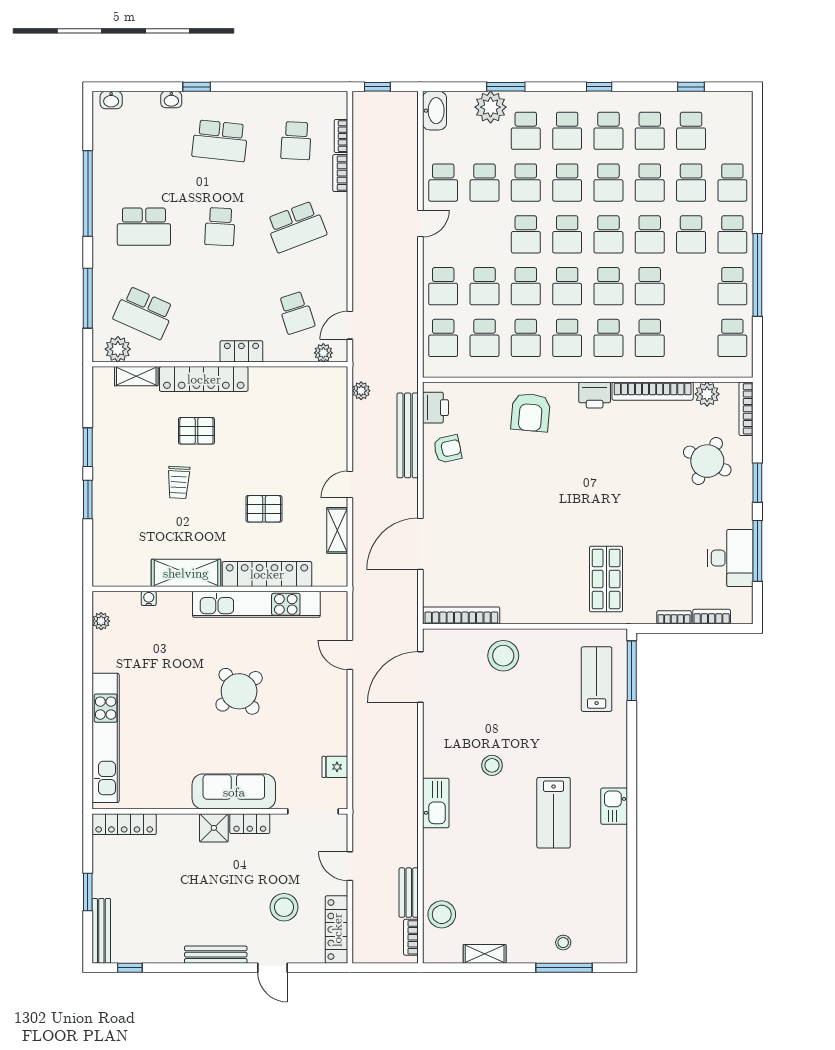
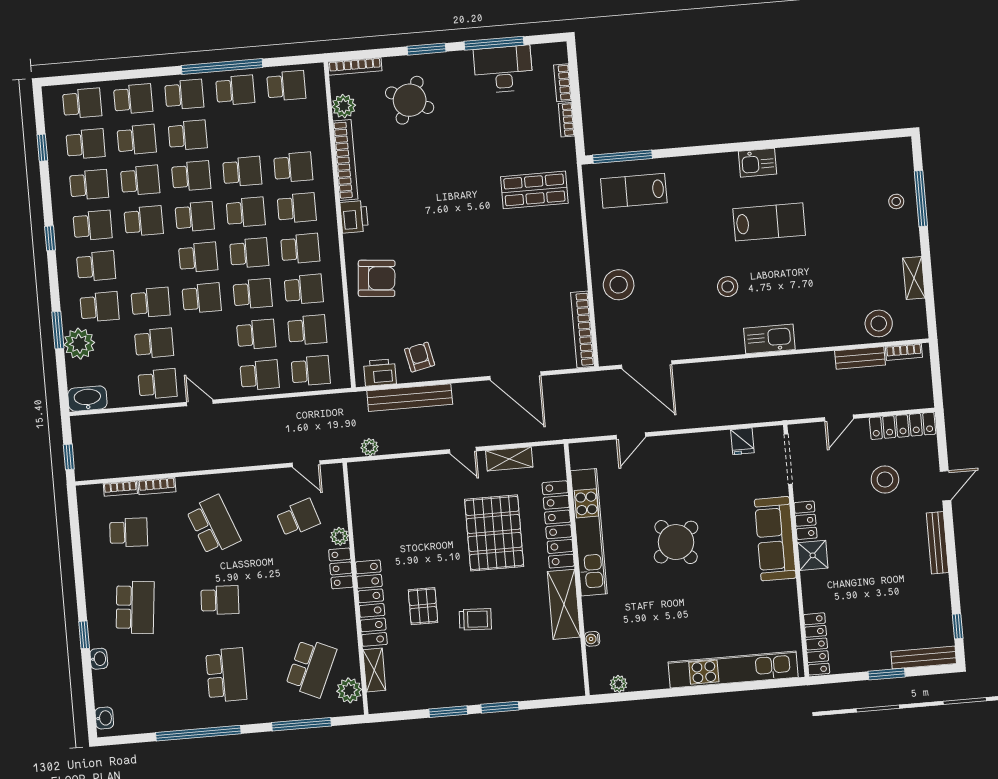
school desk: (567, 183) -> (82, 103), moved
plant: (323, 353) -> (340, 536), moved
pallet: (264, 509) -> (494, 533), width x2.05, depth x2.00

